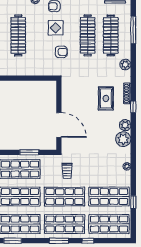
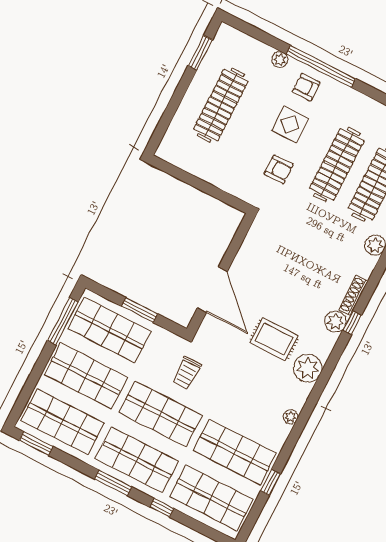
rug: (106, 98) -> (274, 339), moved, turned 90
plant: (125, 125) -> (335, 322), moved

